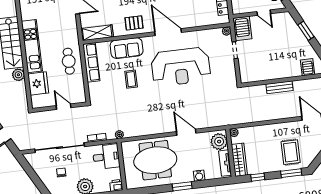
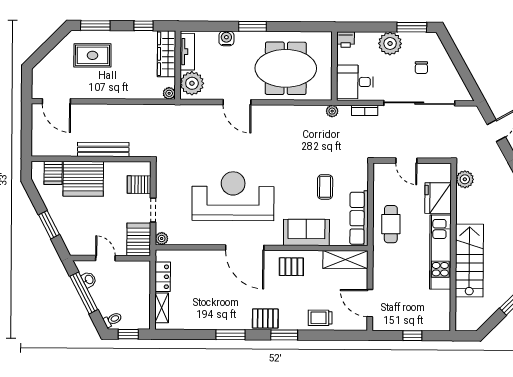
server rack: (286, 66) -> (83, 179), added
server rack: (247, 67) -> (139, 185), added
plant: (18, 75) -> (465, 179), moved
coffee table: (131, 79) -> (325, 187), moved
bench: (280, 87) -> (103, 149), width x1.36
rug: (291, 152) -> (92, 55), turned 90

